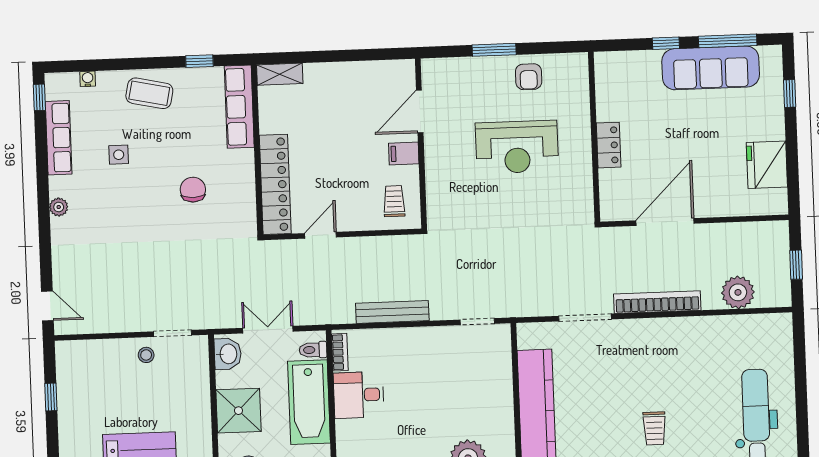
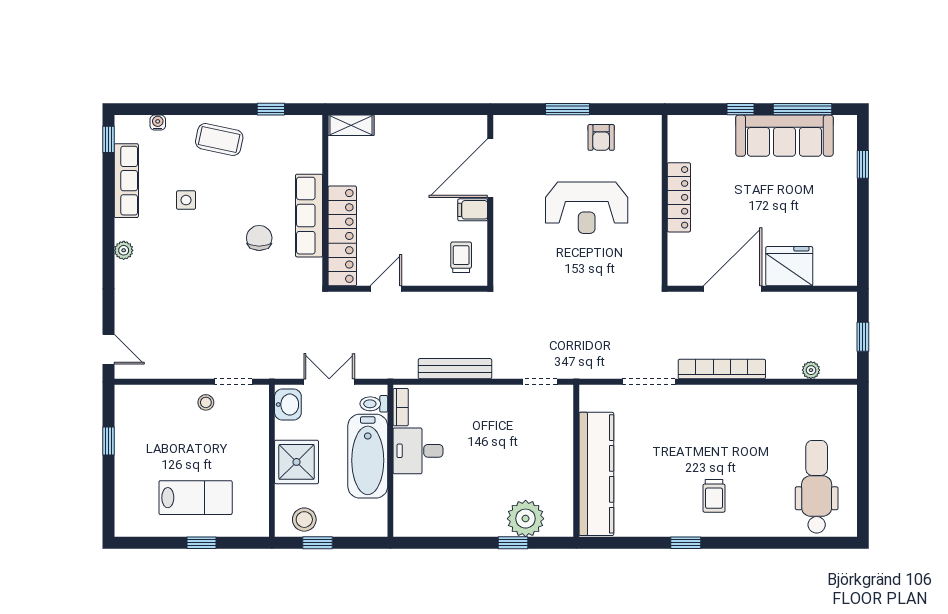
row of seats: (239, 107) -> (309, 216), moved
door: (420, 111) -> (490, 168), width x1.36
locker: (609, 145) -> (679, 197), width x1.53
fridge: (767, 165) -> (789, 266), moved, turned 90
plant: (738, 292) -> (811, 370), width x0.53, depth x0.53

